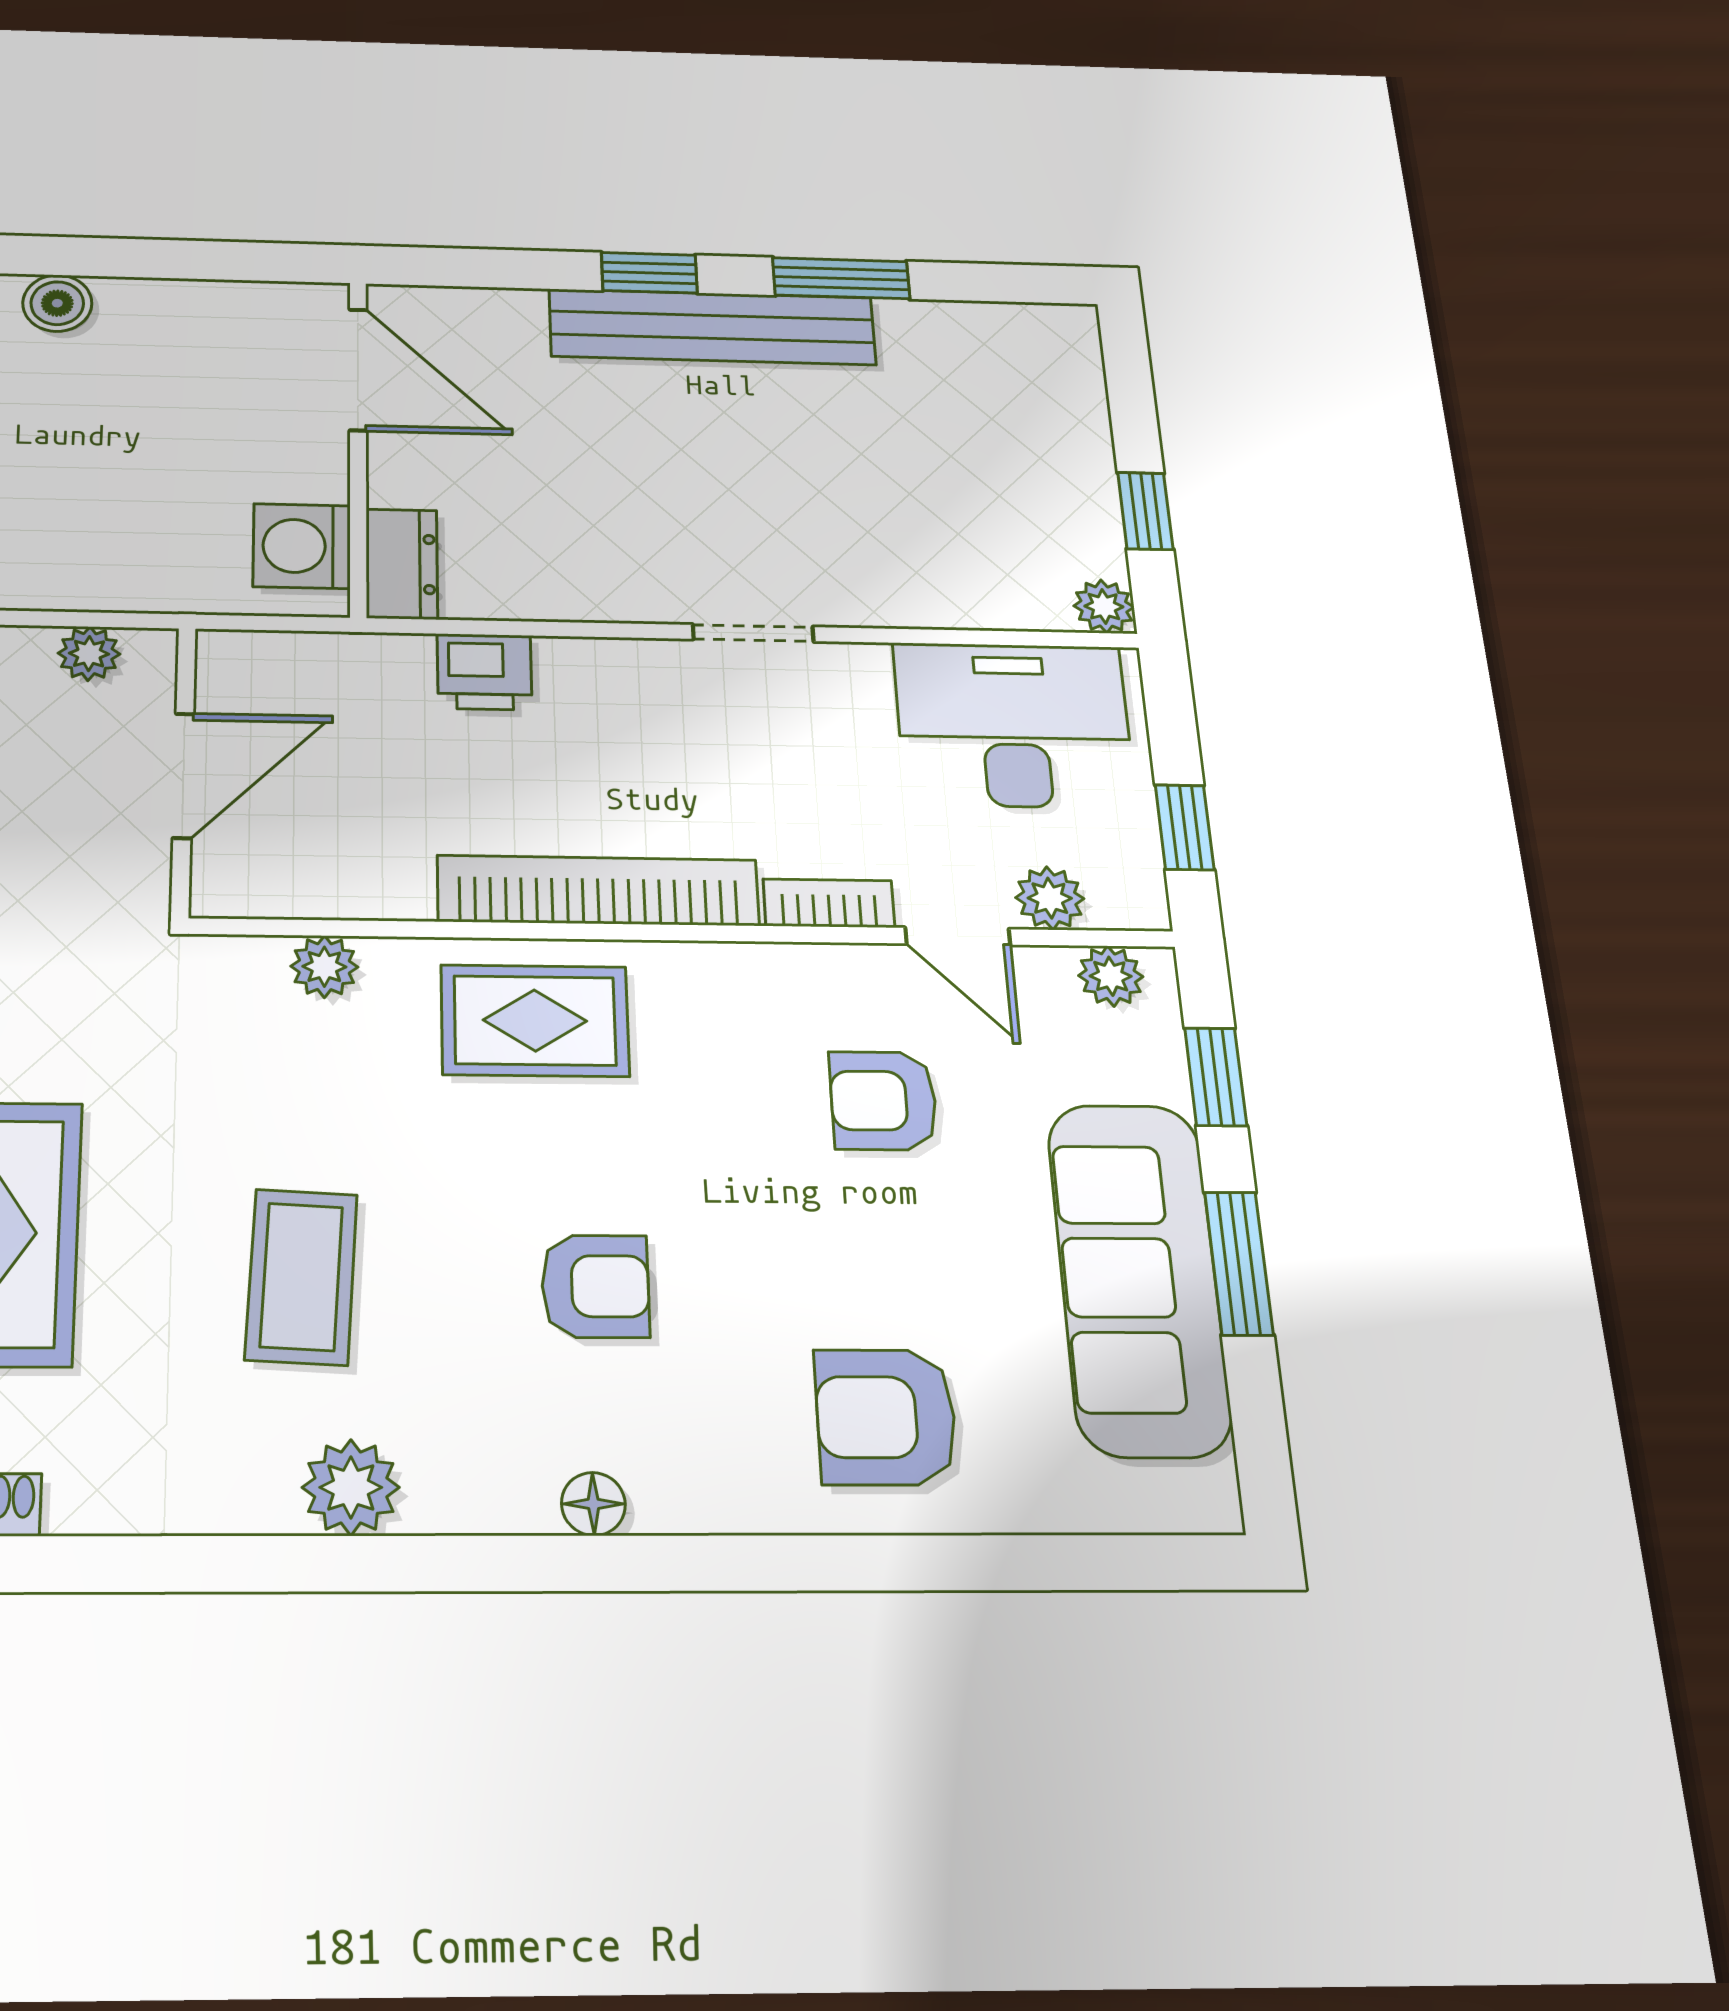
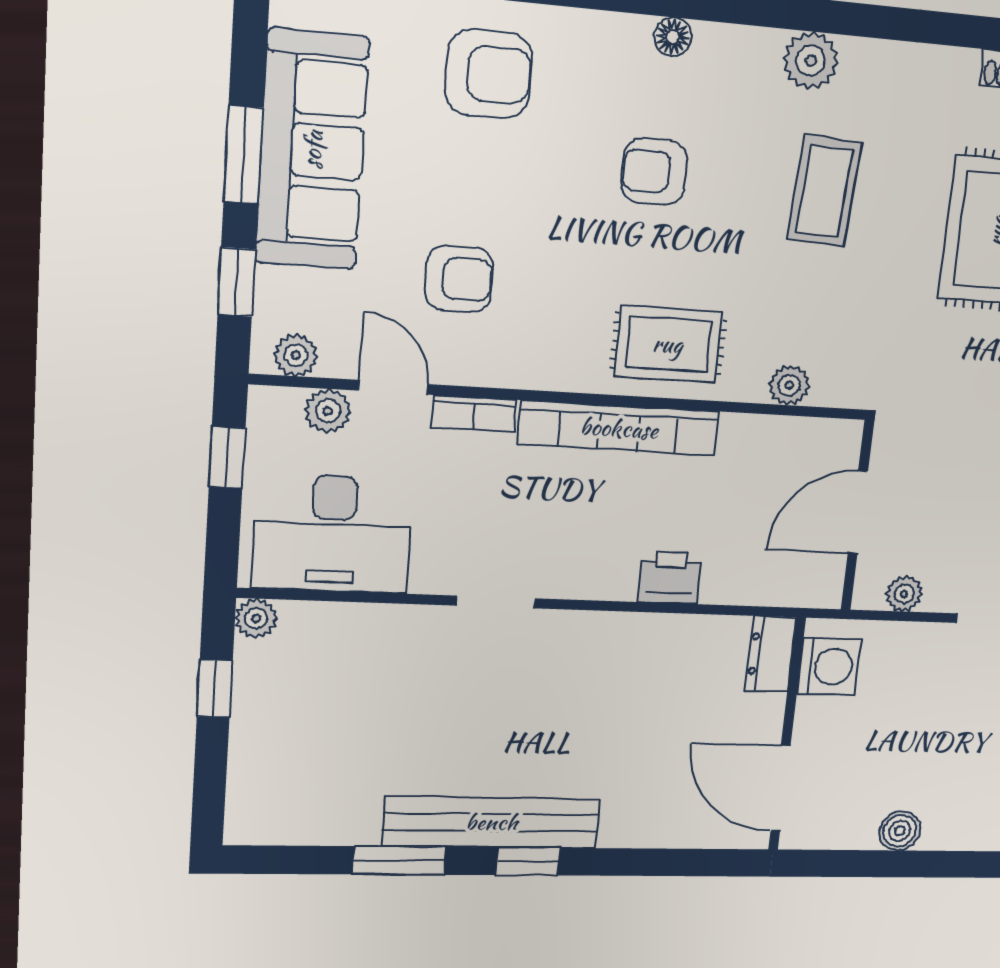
door: (358, 370) -> (780, 789), moved
wall: (358, 446) -> (787, 735), moved
washing machine: (302, 546) -> (829, 666), moved
dresser: (402, 564) -> (770, 654), moved

